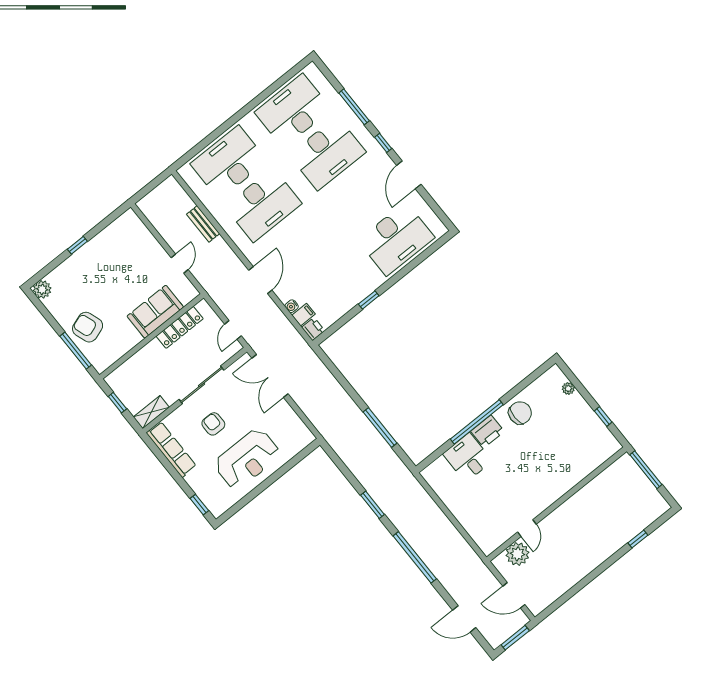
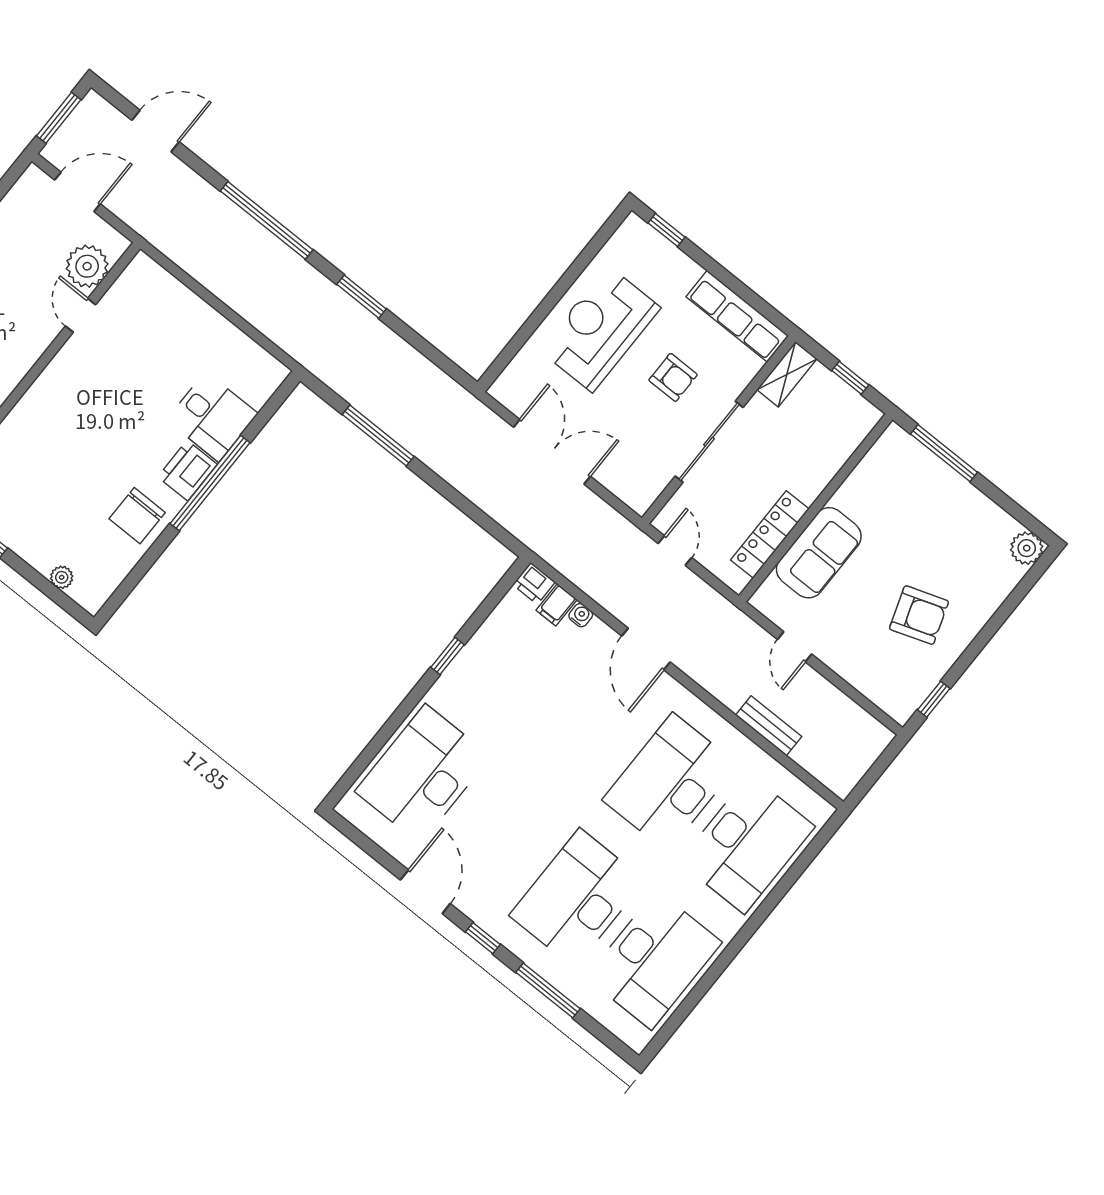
window: (77, 245) -> (934, 699), moved
armchair: (88, 327) -> (919, 615), moved
double door: (270, 376) -> (552, 452), moved

